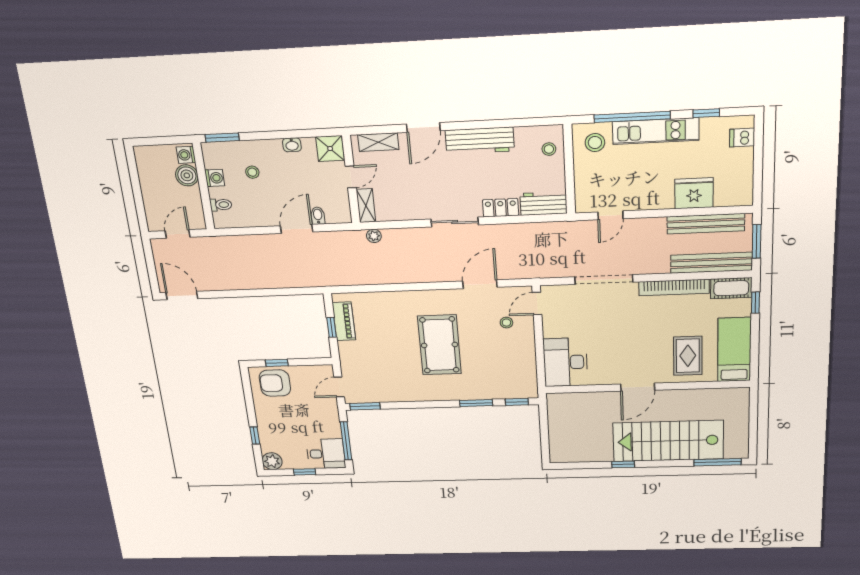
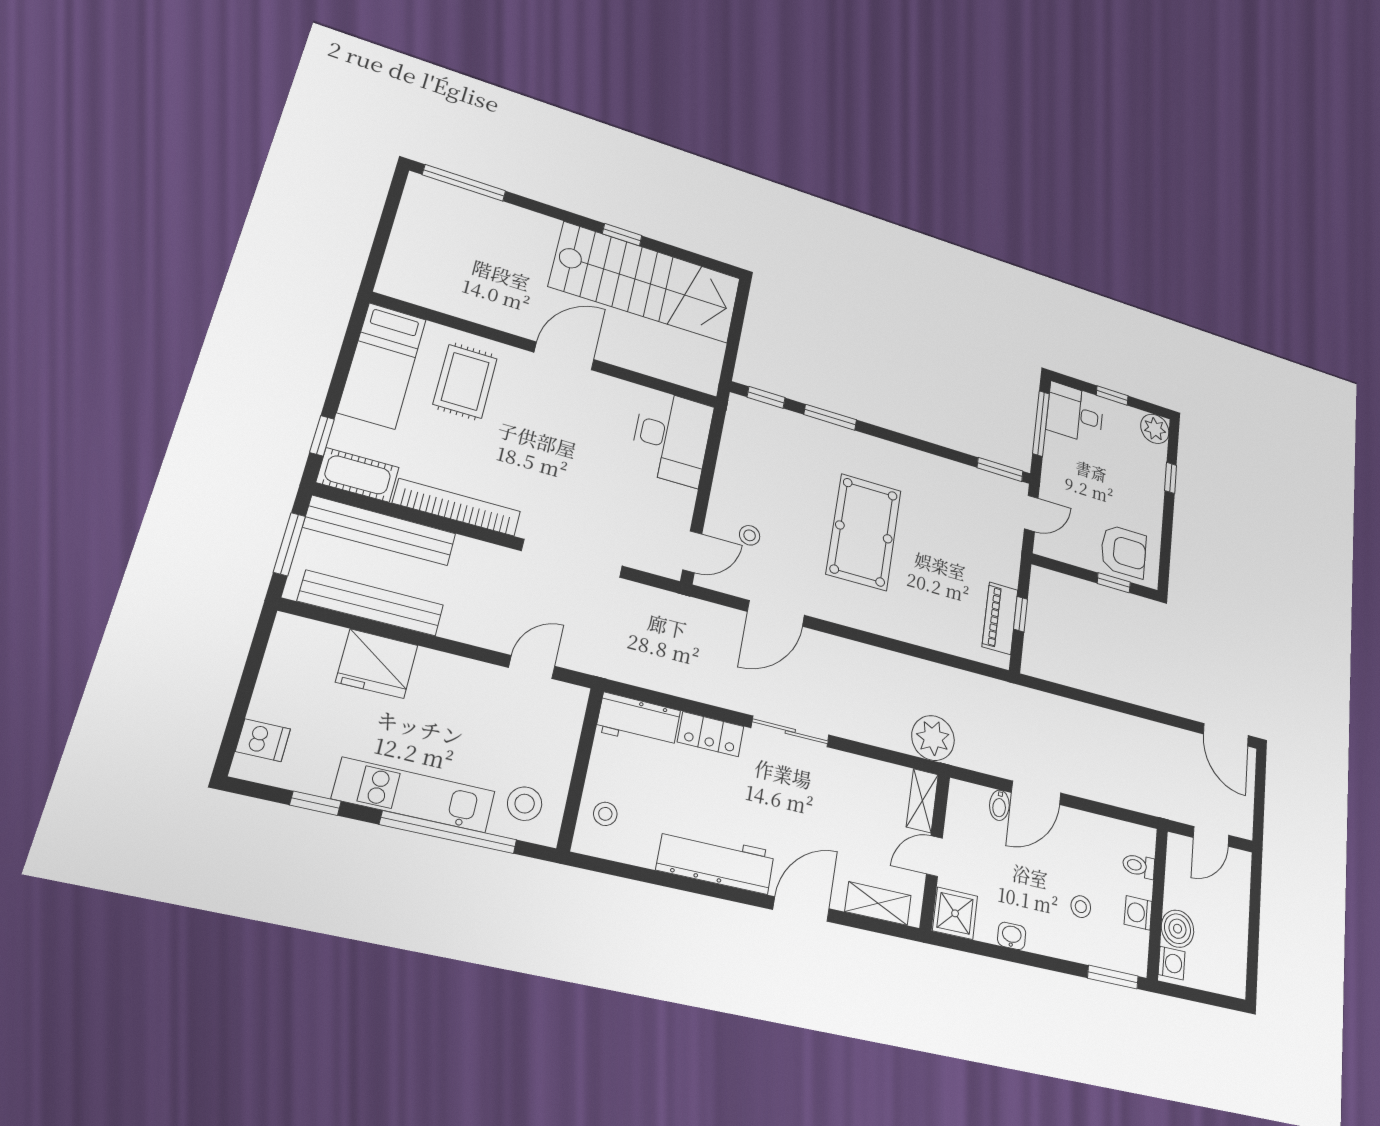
plant: (374, 236) -> (933, 738), width x1.87, depth x1.87
stairs: (668, 441) -> (646, 283), moved

